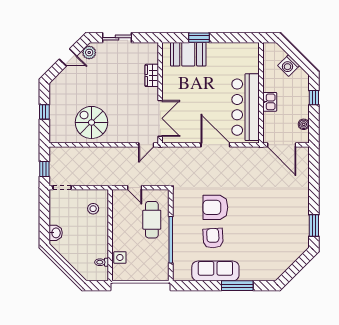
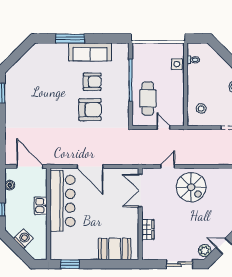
window: (199, 38) -> (70, 264), moved
spiral stairs: (91, 122) -> (191, 187), moved
door: (146, 145) -> (168, 166), moved
armchair: (213, 238) -> (92, 82), turned -87

